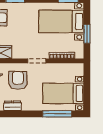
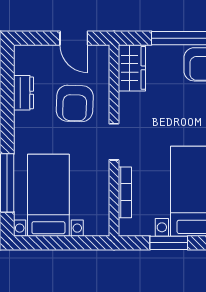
armchair: (18, 80) -> (75, 103), turned 92

